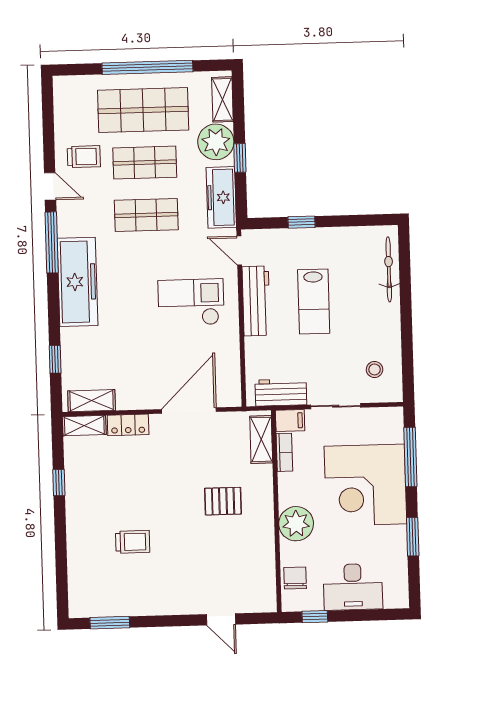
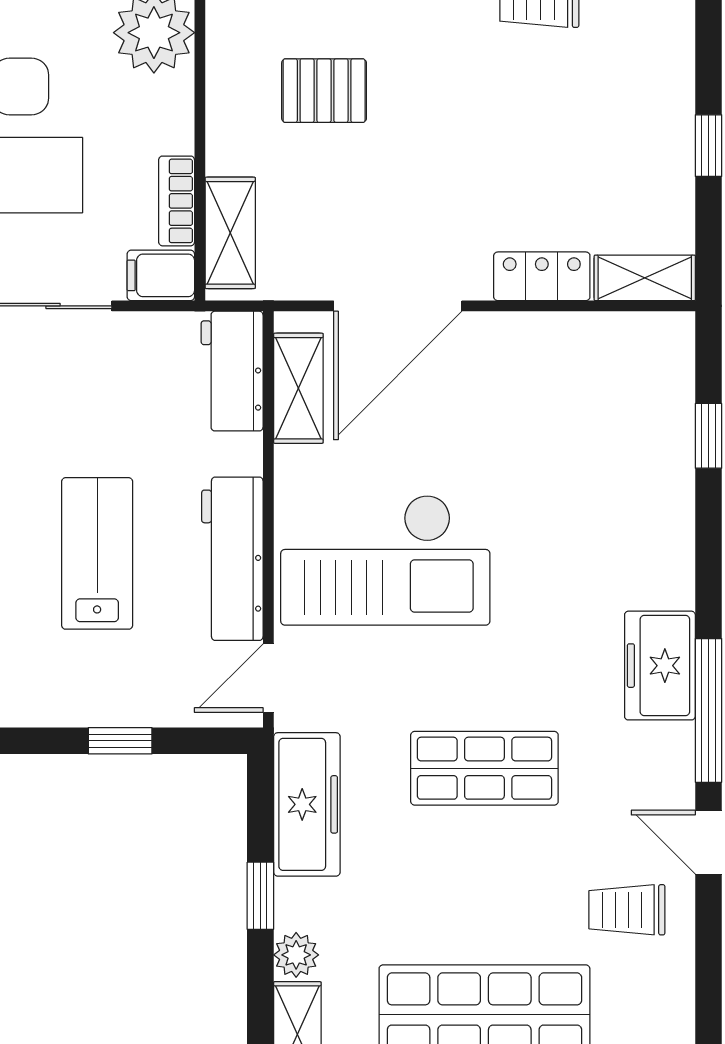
plant: (216, 142) -> (296, 955), width x0.53, depth x0.53
shop shelf: (145, 163) -> (484, 892), removed
door: (239, 251) -> (268, 678), swing flipped
freezer: (77, 282) -> (660, 666), width x0.52, depth x0.79
checkout: (191, 302) -> (385, 560), width x1.36, depth x1.21
workbench: (281, 392) -> (232, 371), moved, turned 90
shelving: (92, 401) -> (298, 388), moved, turned 90

